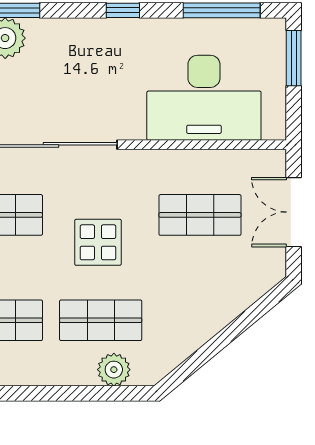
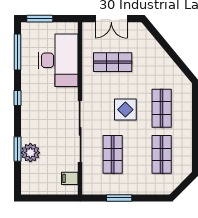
shop shelf: (200, 215) -> (113, 62), turned 90
plant: (114, 370) -> (184, 102), removed

